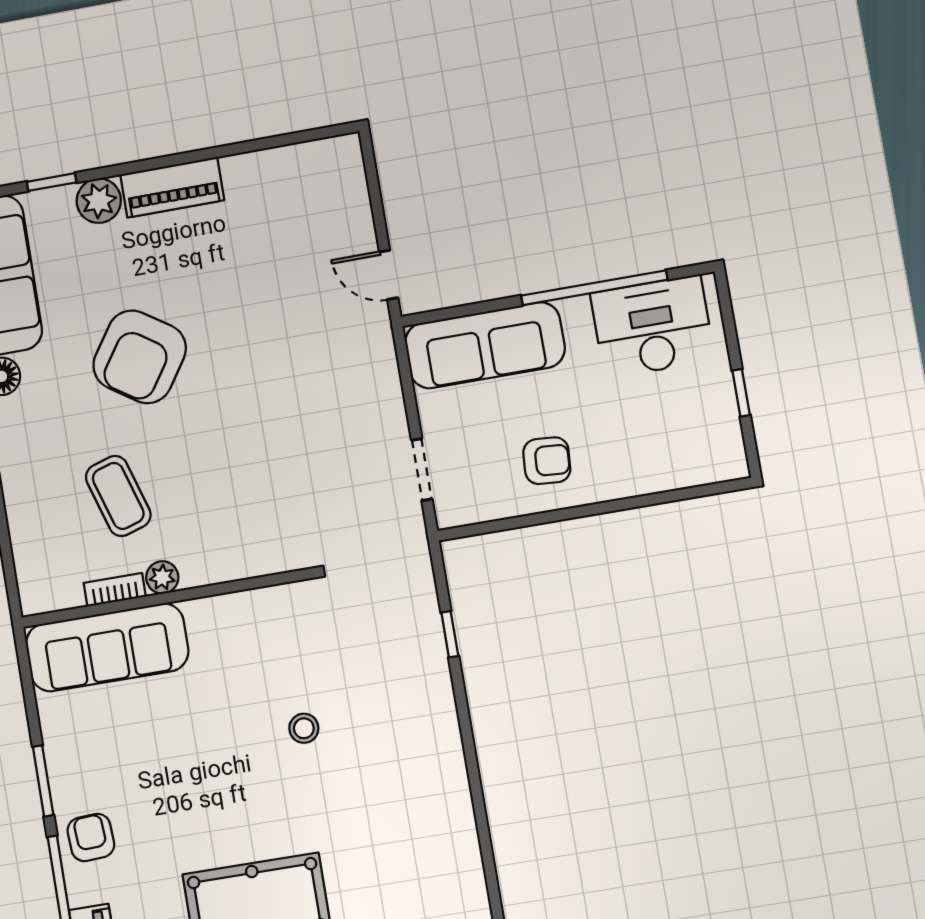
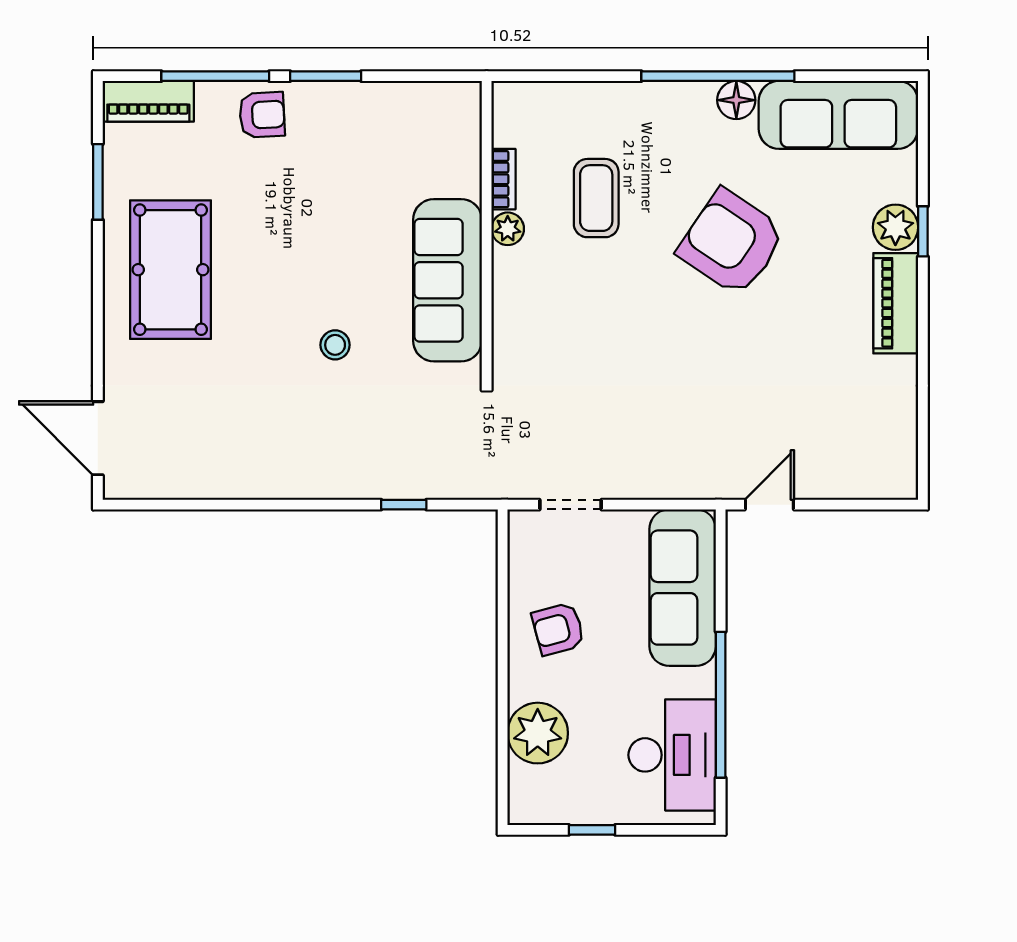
window: (52, 182) -> (923, 231), moved
armchair: (547, 461) -> (558, 629), turned 71
plant: (654, 463) -> (538, 733), added
coffee table: (118, 496) -> (596, 198), turned -73
sofa: (107, 647) -> (447, 280), moved

